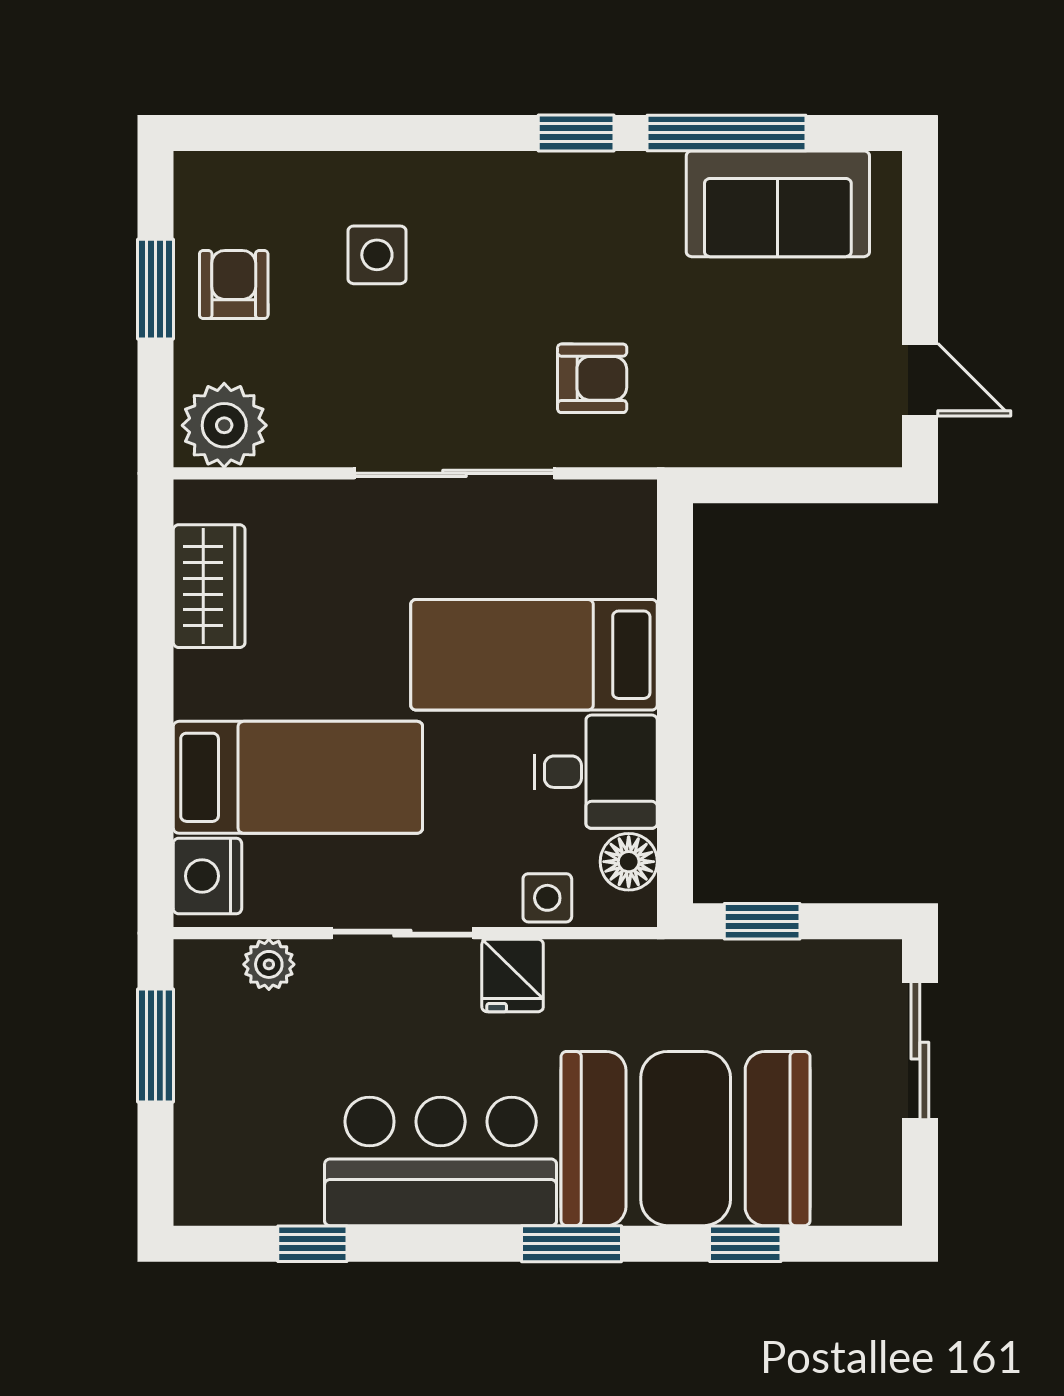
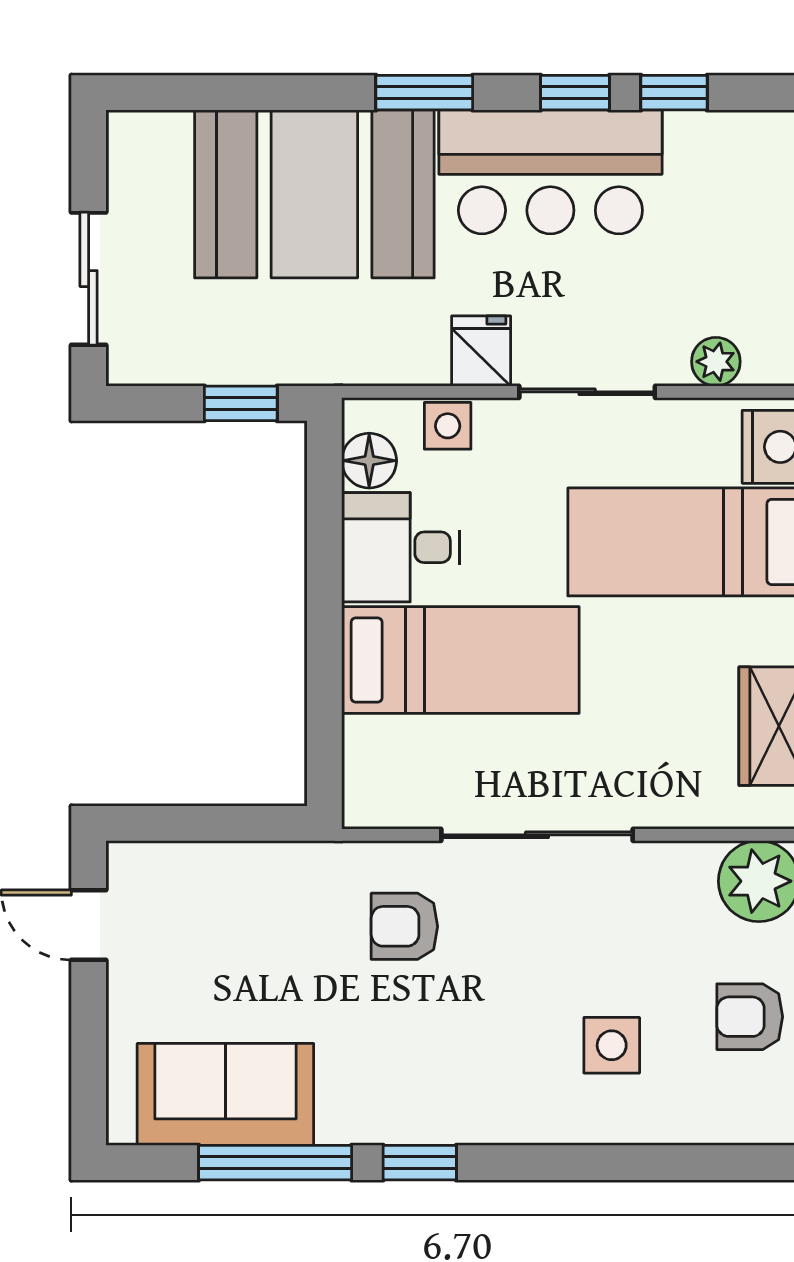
armchair: (234, 284) -> (750, 1017), turned 90
window: (745, 1244) -> (575, 93), moved

